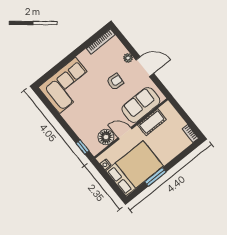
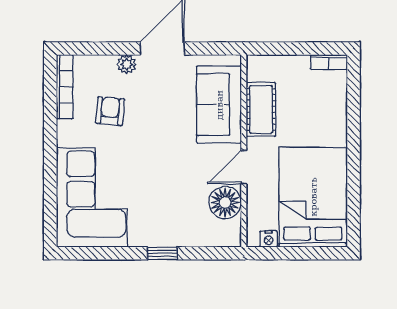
armchair: (115, 82) -> (110, 111), moved
window: (82, 147) -> (162, 253), moved
window: (155, 177) -> (354, 175), removed

